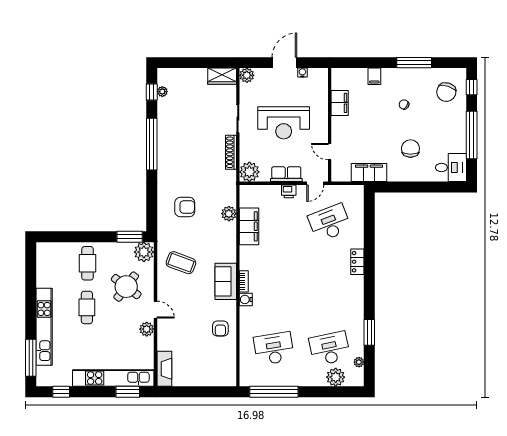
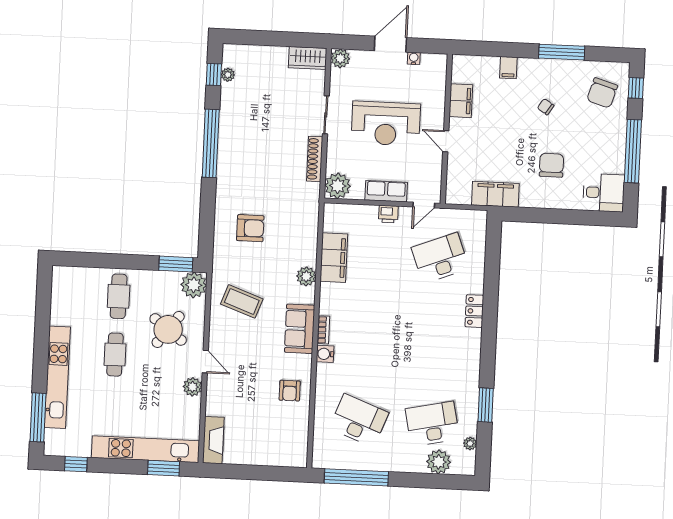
door: (330, 152) -> (446, 141), moved
plant: (229, 214) -> (306, 276), moved
desk: (274, 349) -> (359, 420), turned 30

